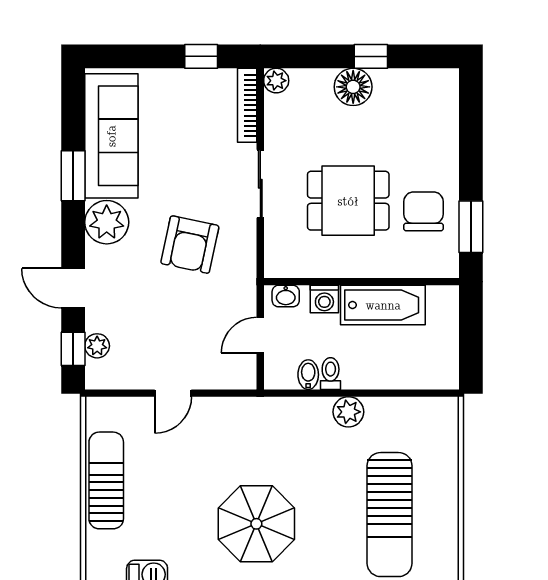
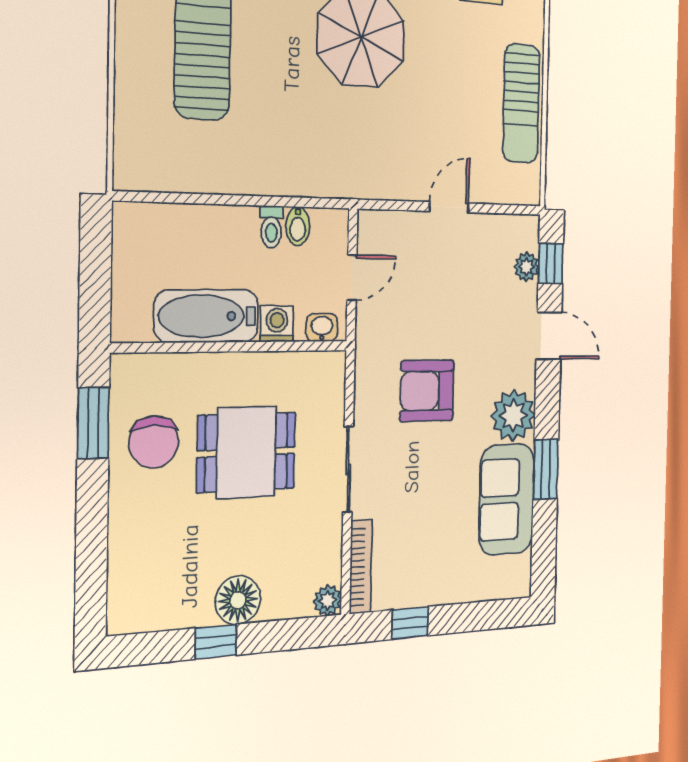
sofa: (111, 136) -> (507, 499), width x0.73
armchair: (190, 245) -> (427, 391), turned -102
plant: (348, 412) -> (251, 176), removed

